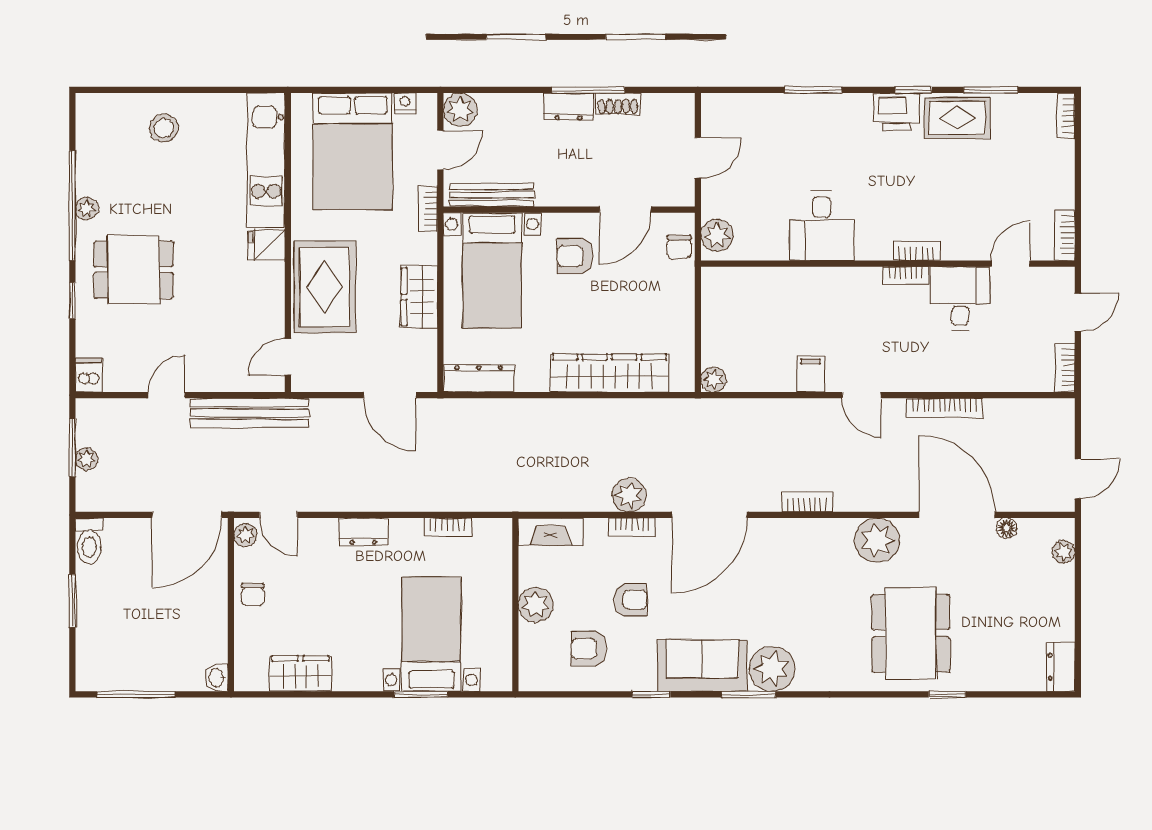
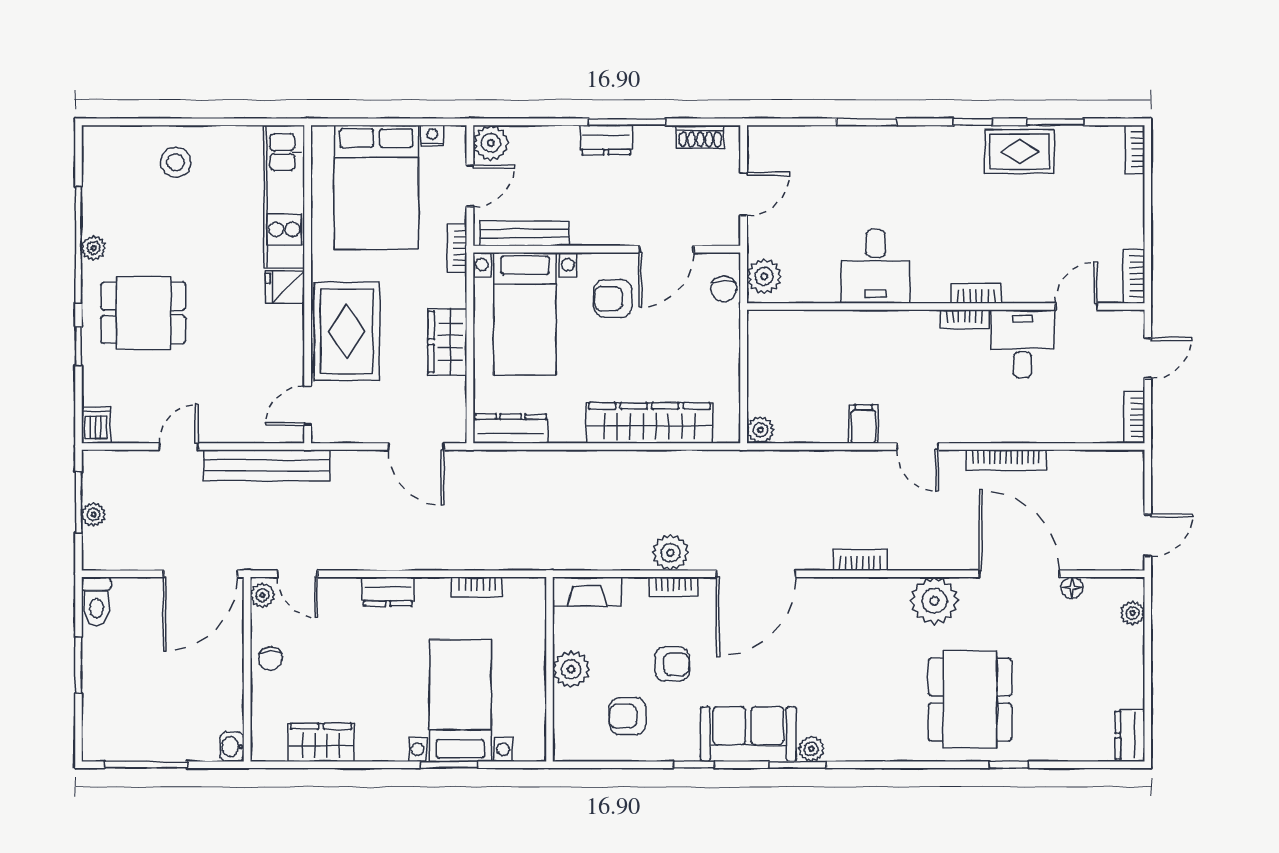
shoe rack: (618, 104) -> (700, 137), moved
printer: (896, 112) -> (955, 145), removed
plant: (772, 669) -> (811, 749), width x0.53, depth x0.53

